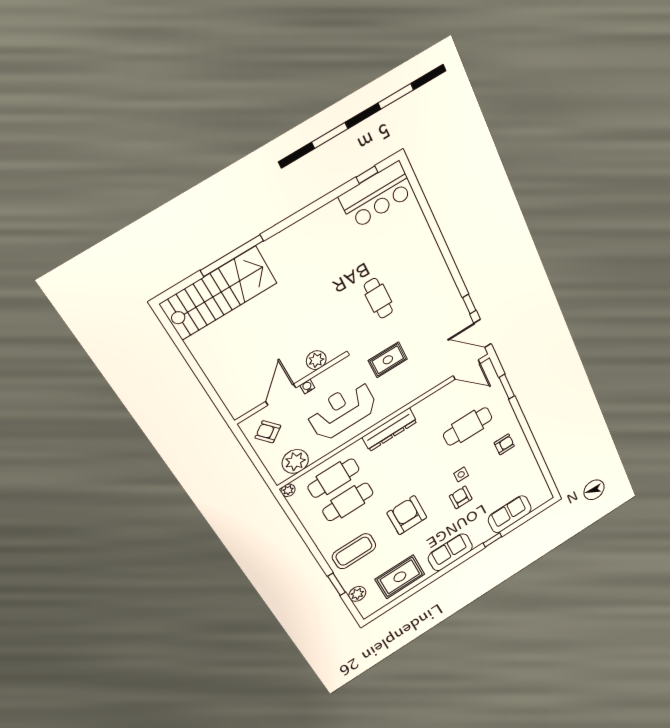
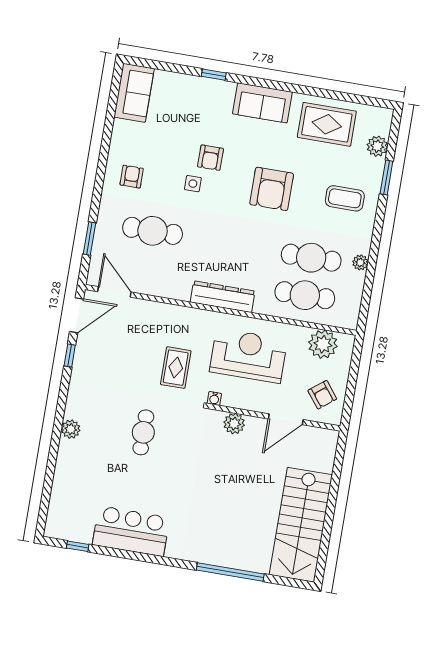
bar counter: (377, 195) -> (131, 531), moved
plant: (433, 256) -> (71, 429), added
stairs: (219, 293) -> (301, 525), moved, turned -90
door: (483, 333) -> (77, 315), hinge flipped
rug: (388, 360) -> (176, 368), turned 90
water cooler: (307, 387) -> (214, 398), moved
reception desk: (342, 410) -> (248, 356), turned 180
armchair: (504, 444) -> (132, 177), turned 90
plant: (288, 490) -> (360, 262), moved
sofa: (510, 514) -> (134, 93), moved, turned -90
coffee table: (354, 551) -> (345, 198), width x0.73, depth x0.76

